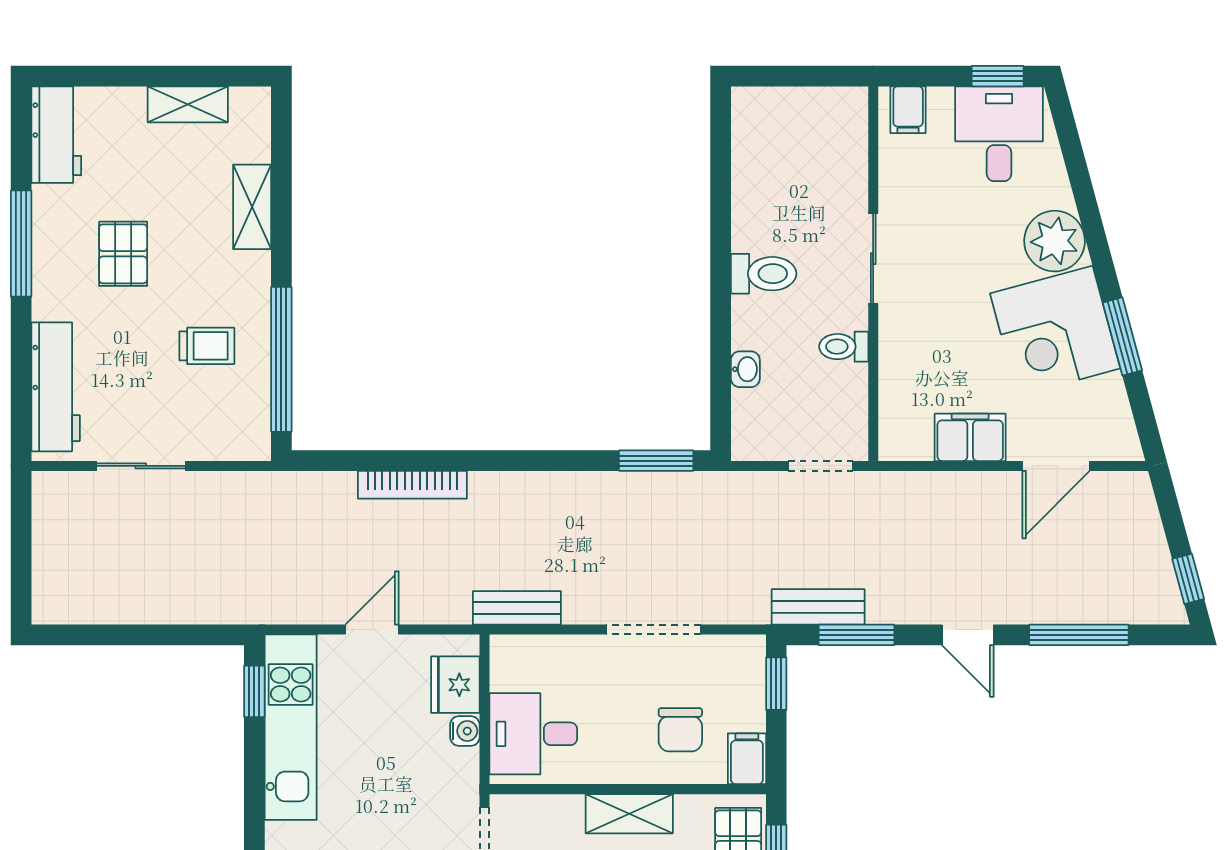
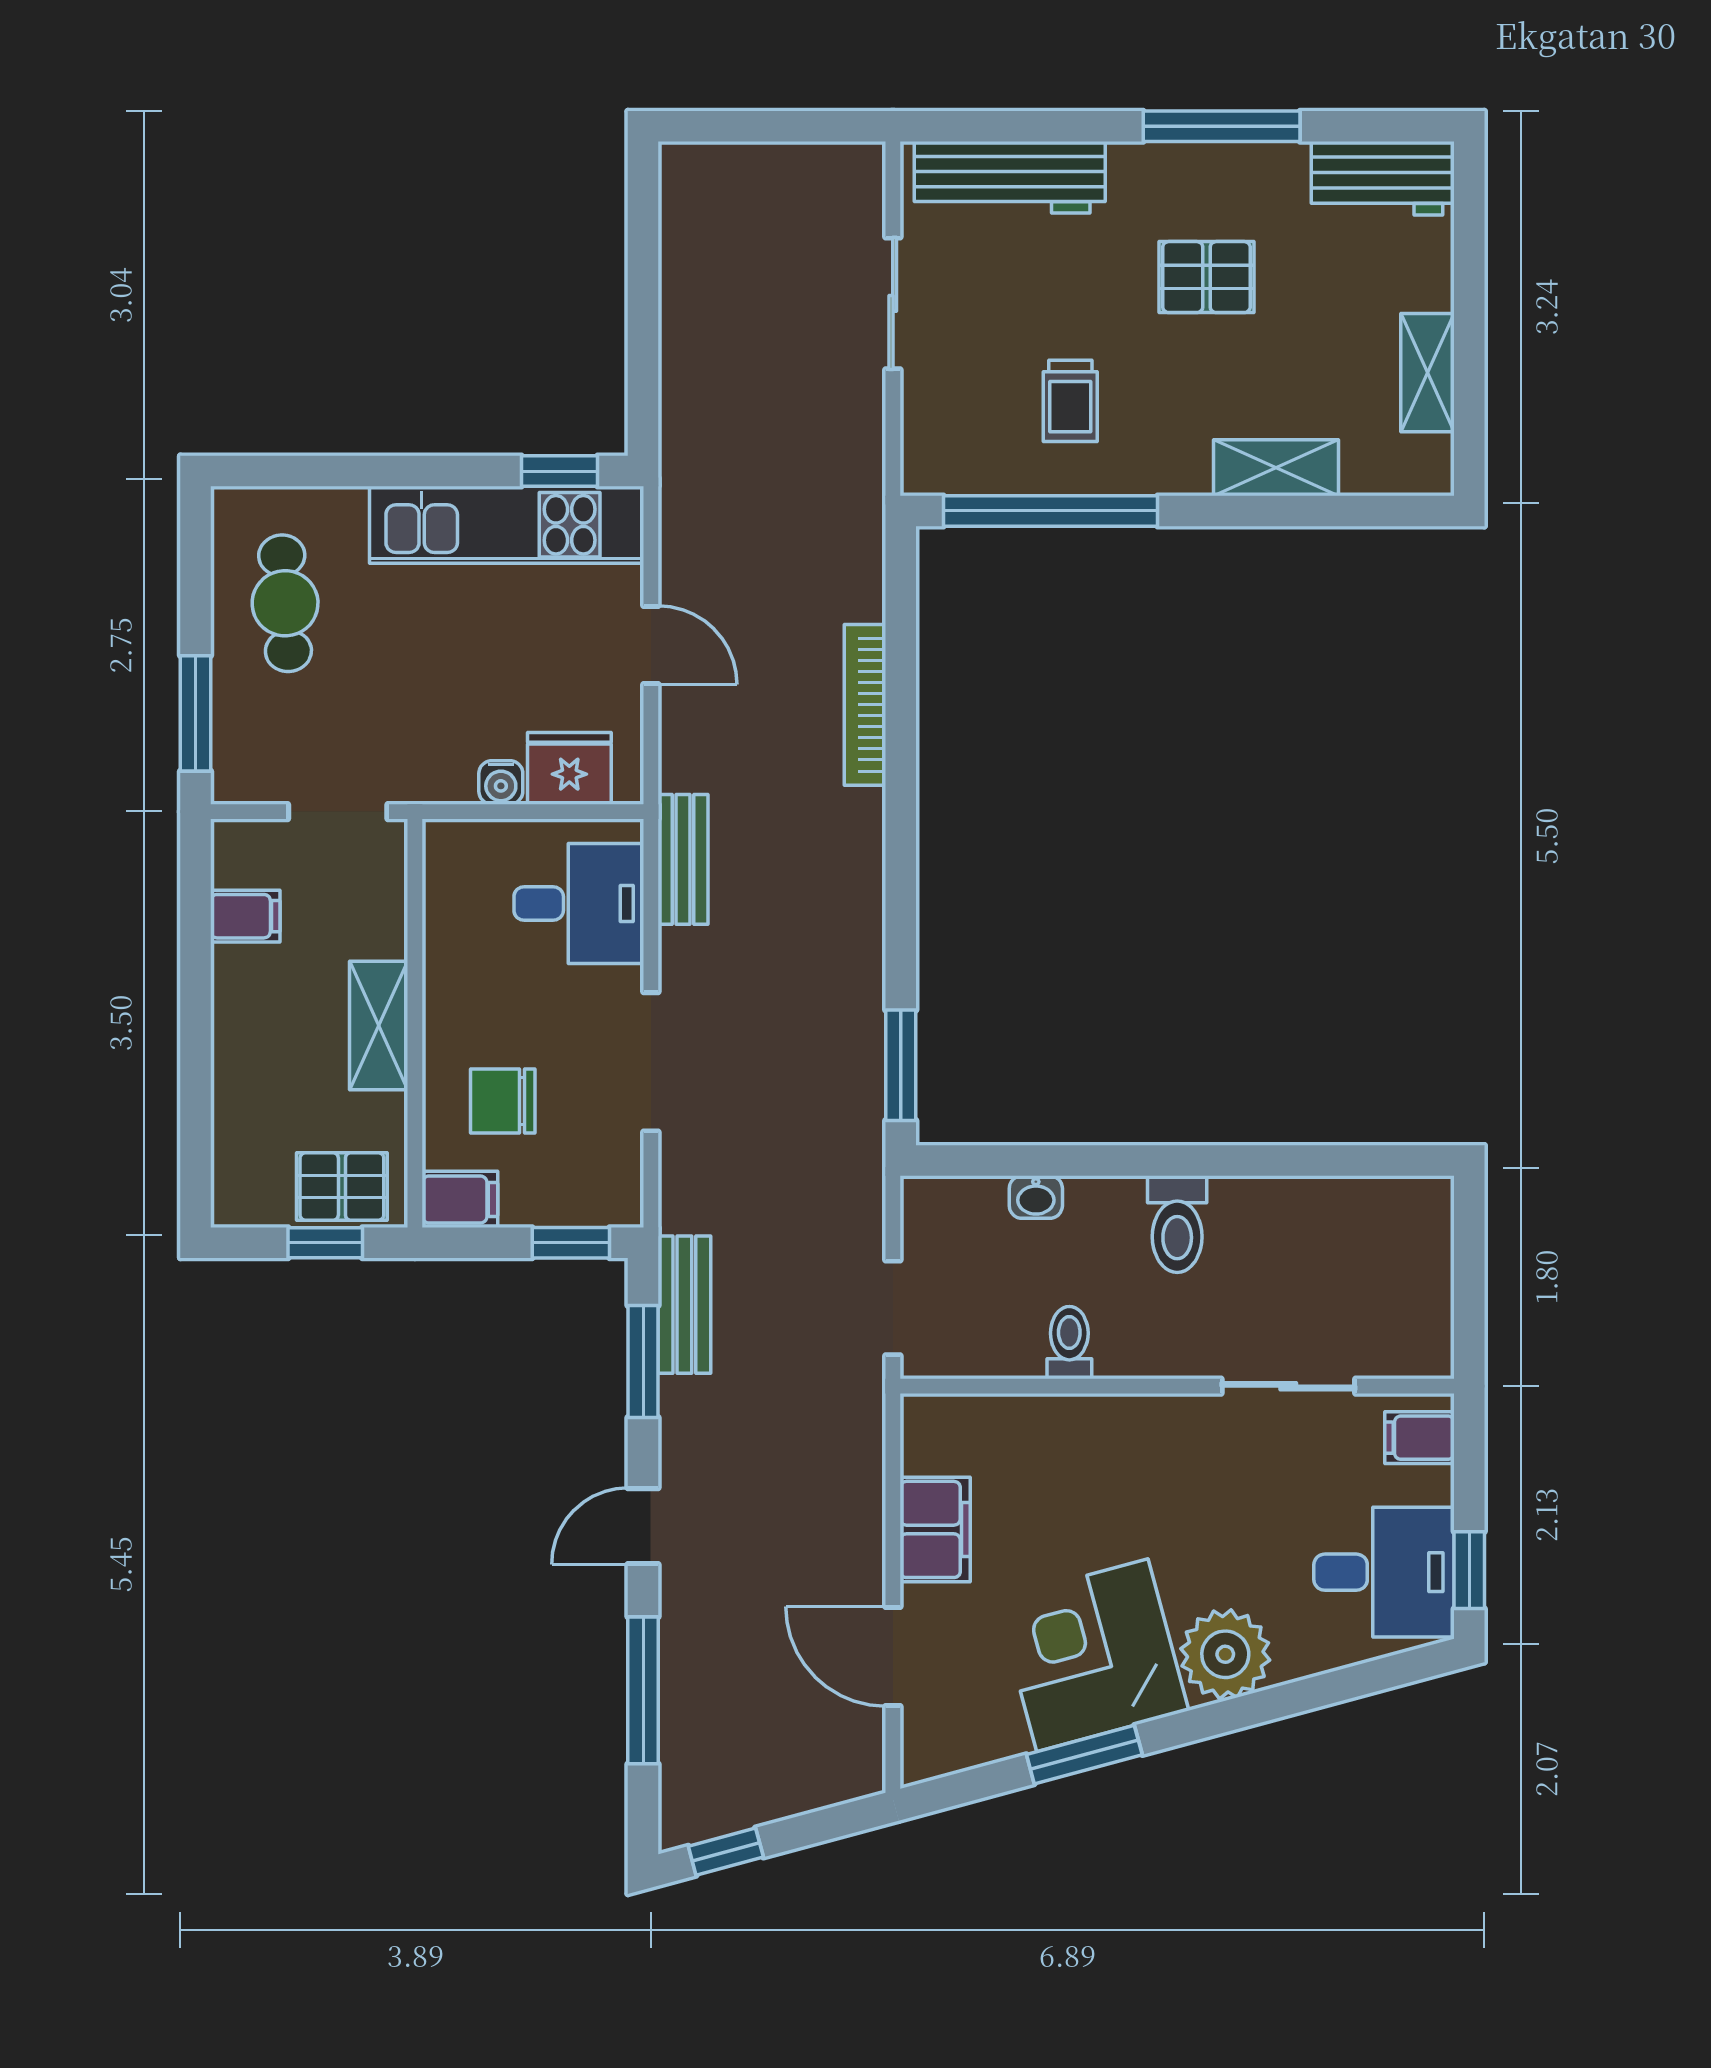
sliding door: (873, 259) -> (1288, 1386), moved
desk: (533, 734) -> (579, 903), moved, turned 90

